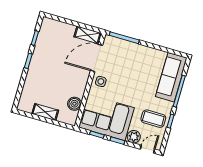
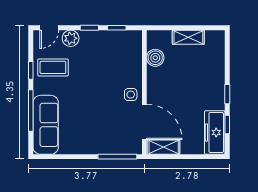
freezer: (46, 35) -> (215, 133), added
door: (97, 58) -> (144, 122), hinge flipped
corner sofa: (106, 118) -> (111, 52), removed

